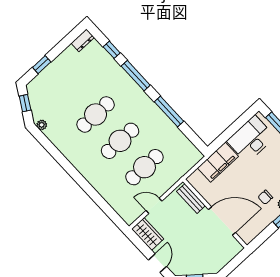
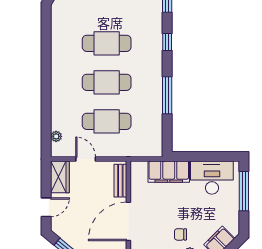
window: (136, 76) -> (167, 42), width x0.46
plant: (42, 125) -> (56, 136), moved
door: (222, 221) -> (128, 221), swing flipped

